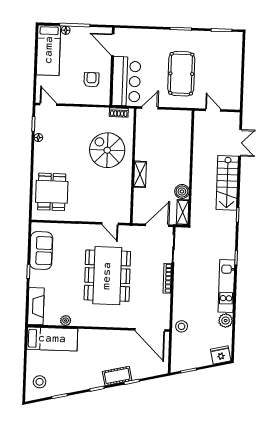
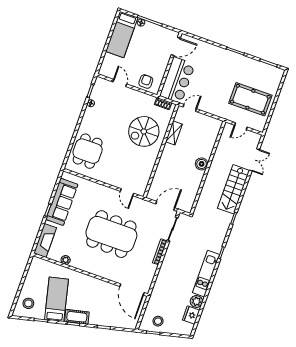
door: (113, 45) -> (176, 47), swing flipped
pool table: (181, 74) -> (250, 99), moved, turned 90
armchair: (91, 80) -> (146, 82), moved
door: (48, 104) -> (120, 83), moved
door: (213, 110) -> (241, 126), swing flipped
spiral stairs: (107, 150) -> (144, 131), turned -90
shelving: (140, 174) -> (174, 133), moved
boiler: (182, 191) -> (202, 164), moved
shelving: (183, 212) -> (189, 202), removed
sofa: (41, 250) -> (62, 202), width x1.36
dining table: (107, 276) -> (111, 234), turned 90
stool: (182, 326) -> (158, 321), moved
bed: (52, 339) -> (57, 299), moved, turned -103
fridge: (221, 355) -> (191, 315), moved, turned -77
cot: (117, 376) -> (77, 317), moved

